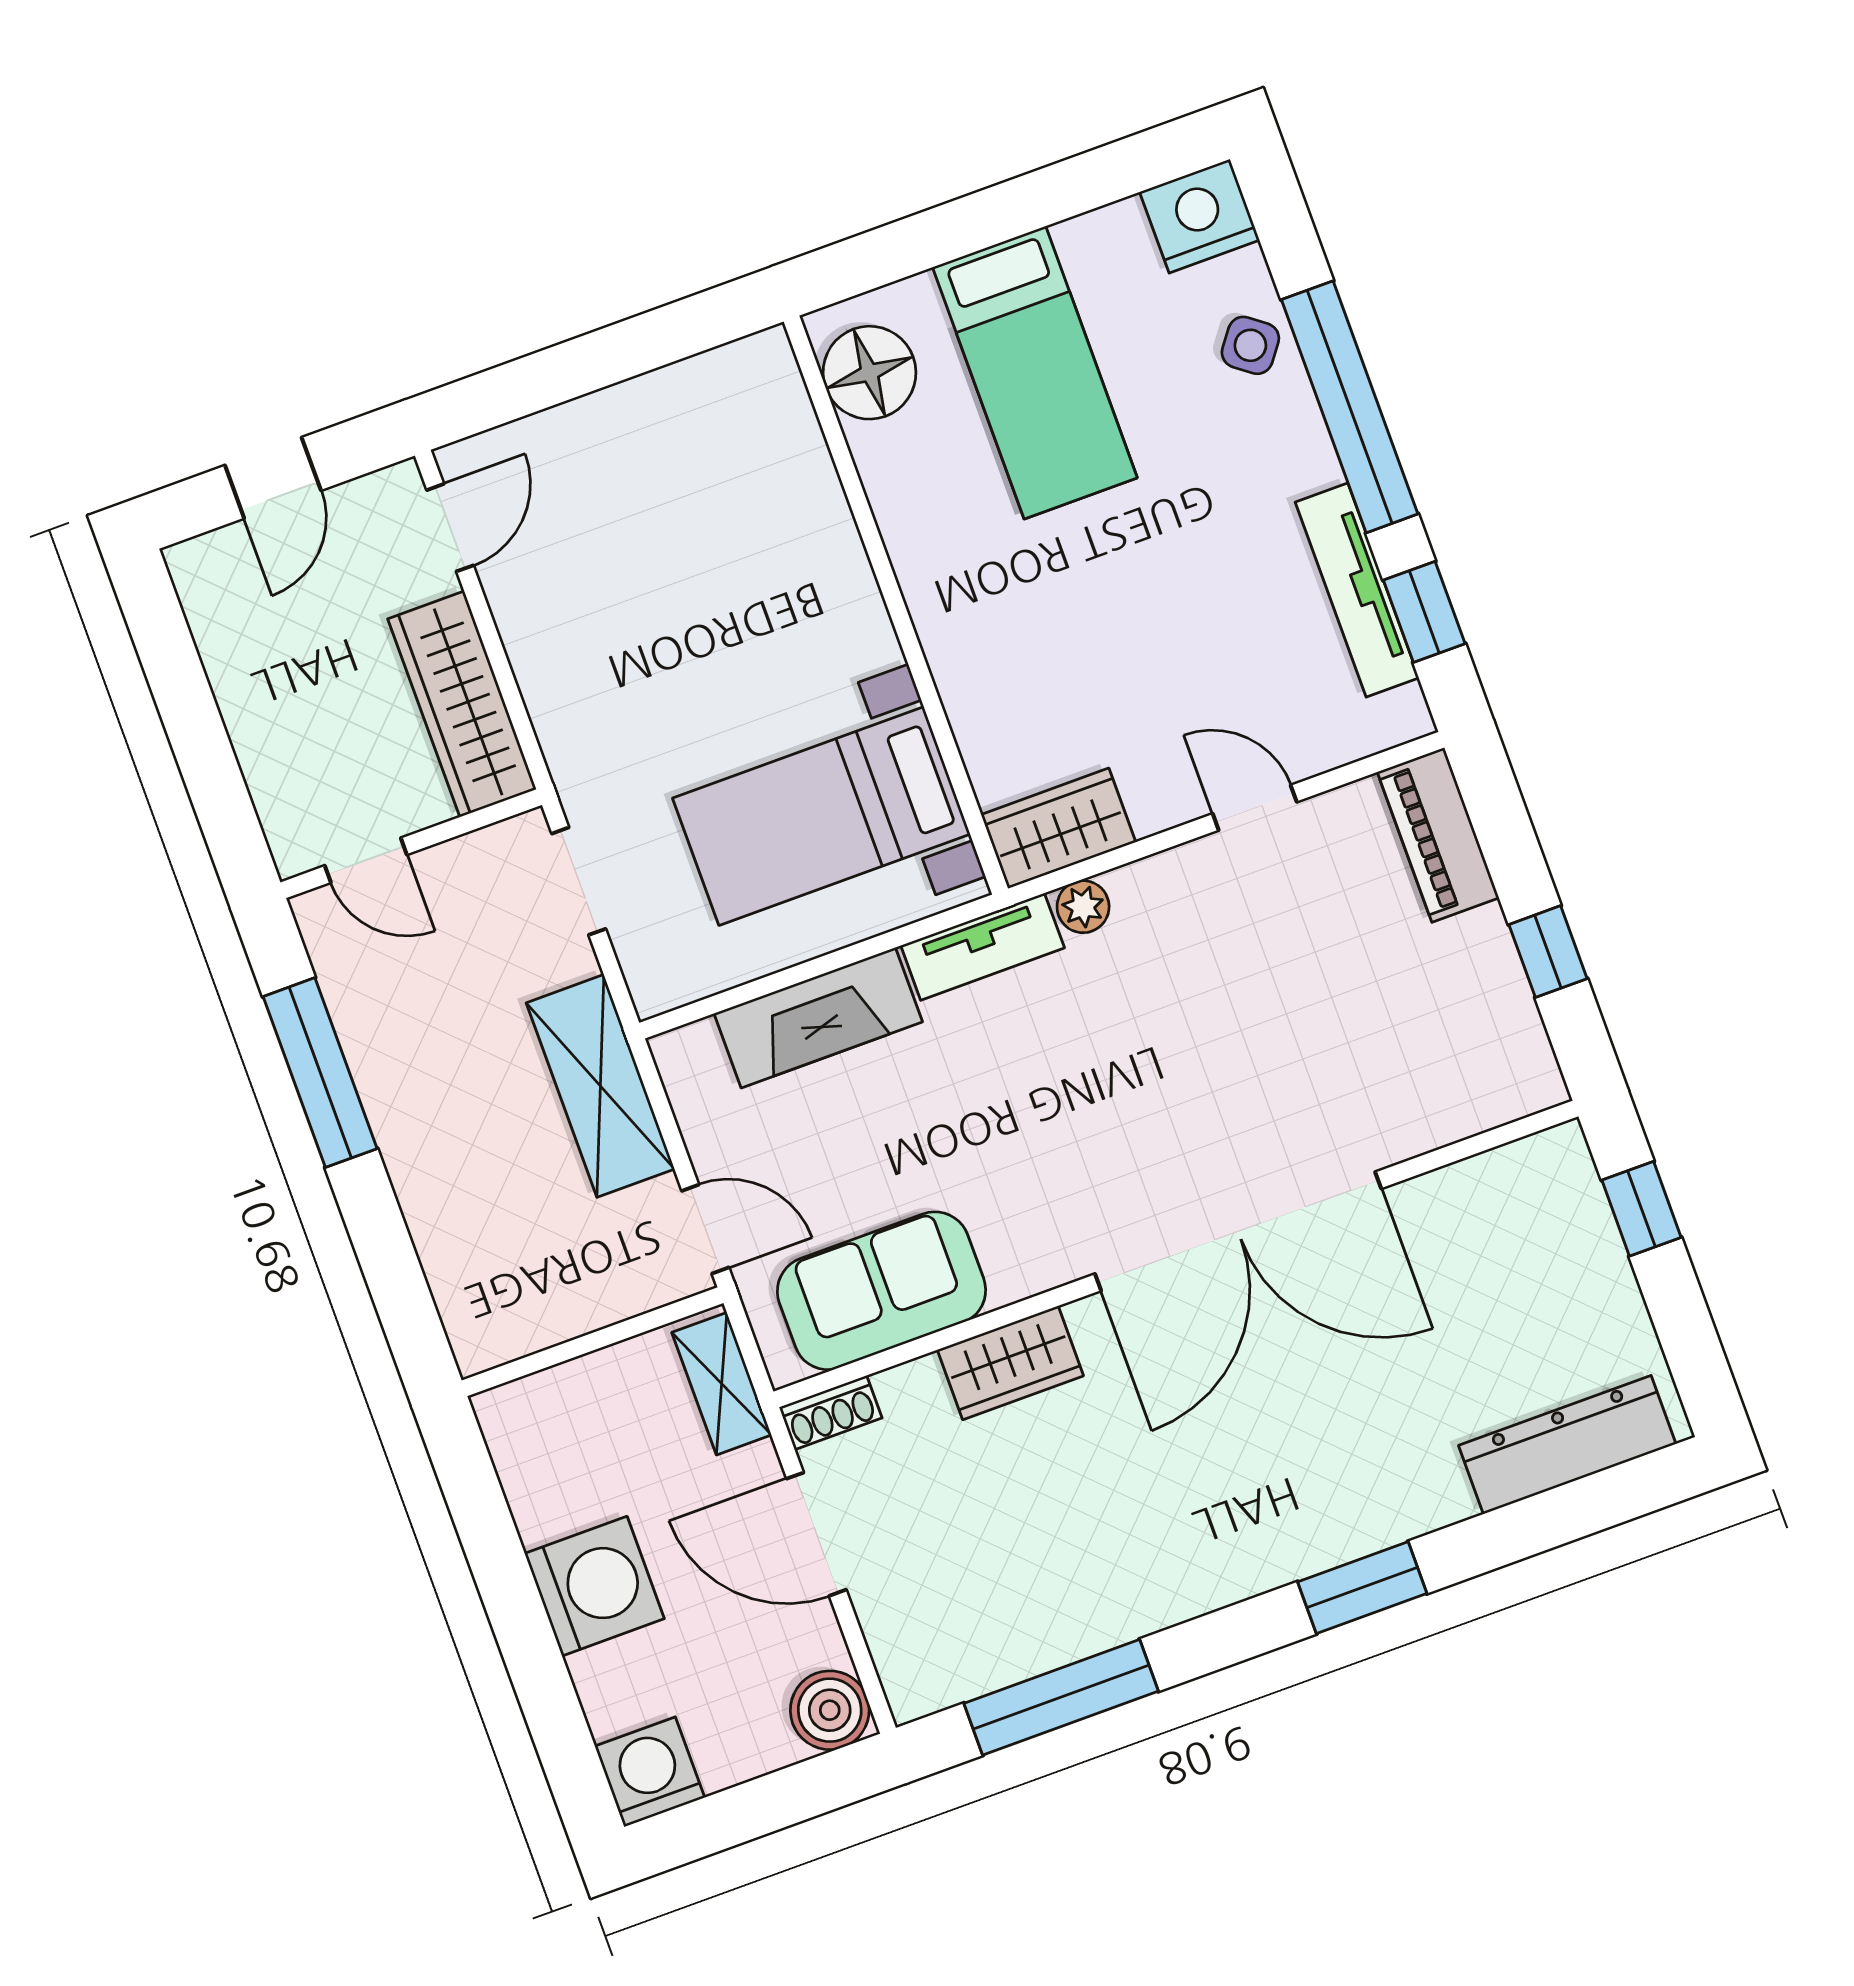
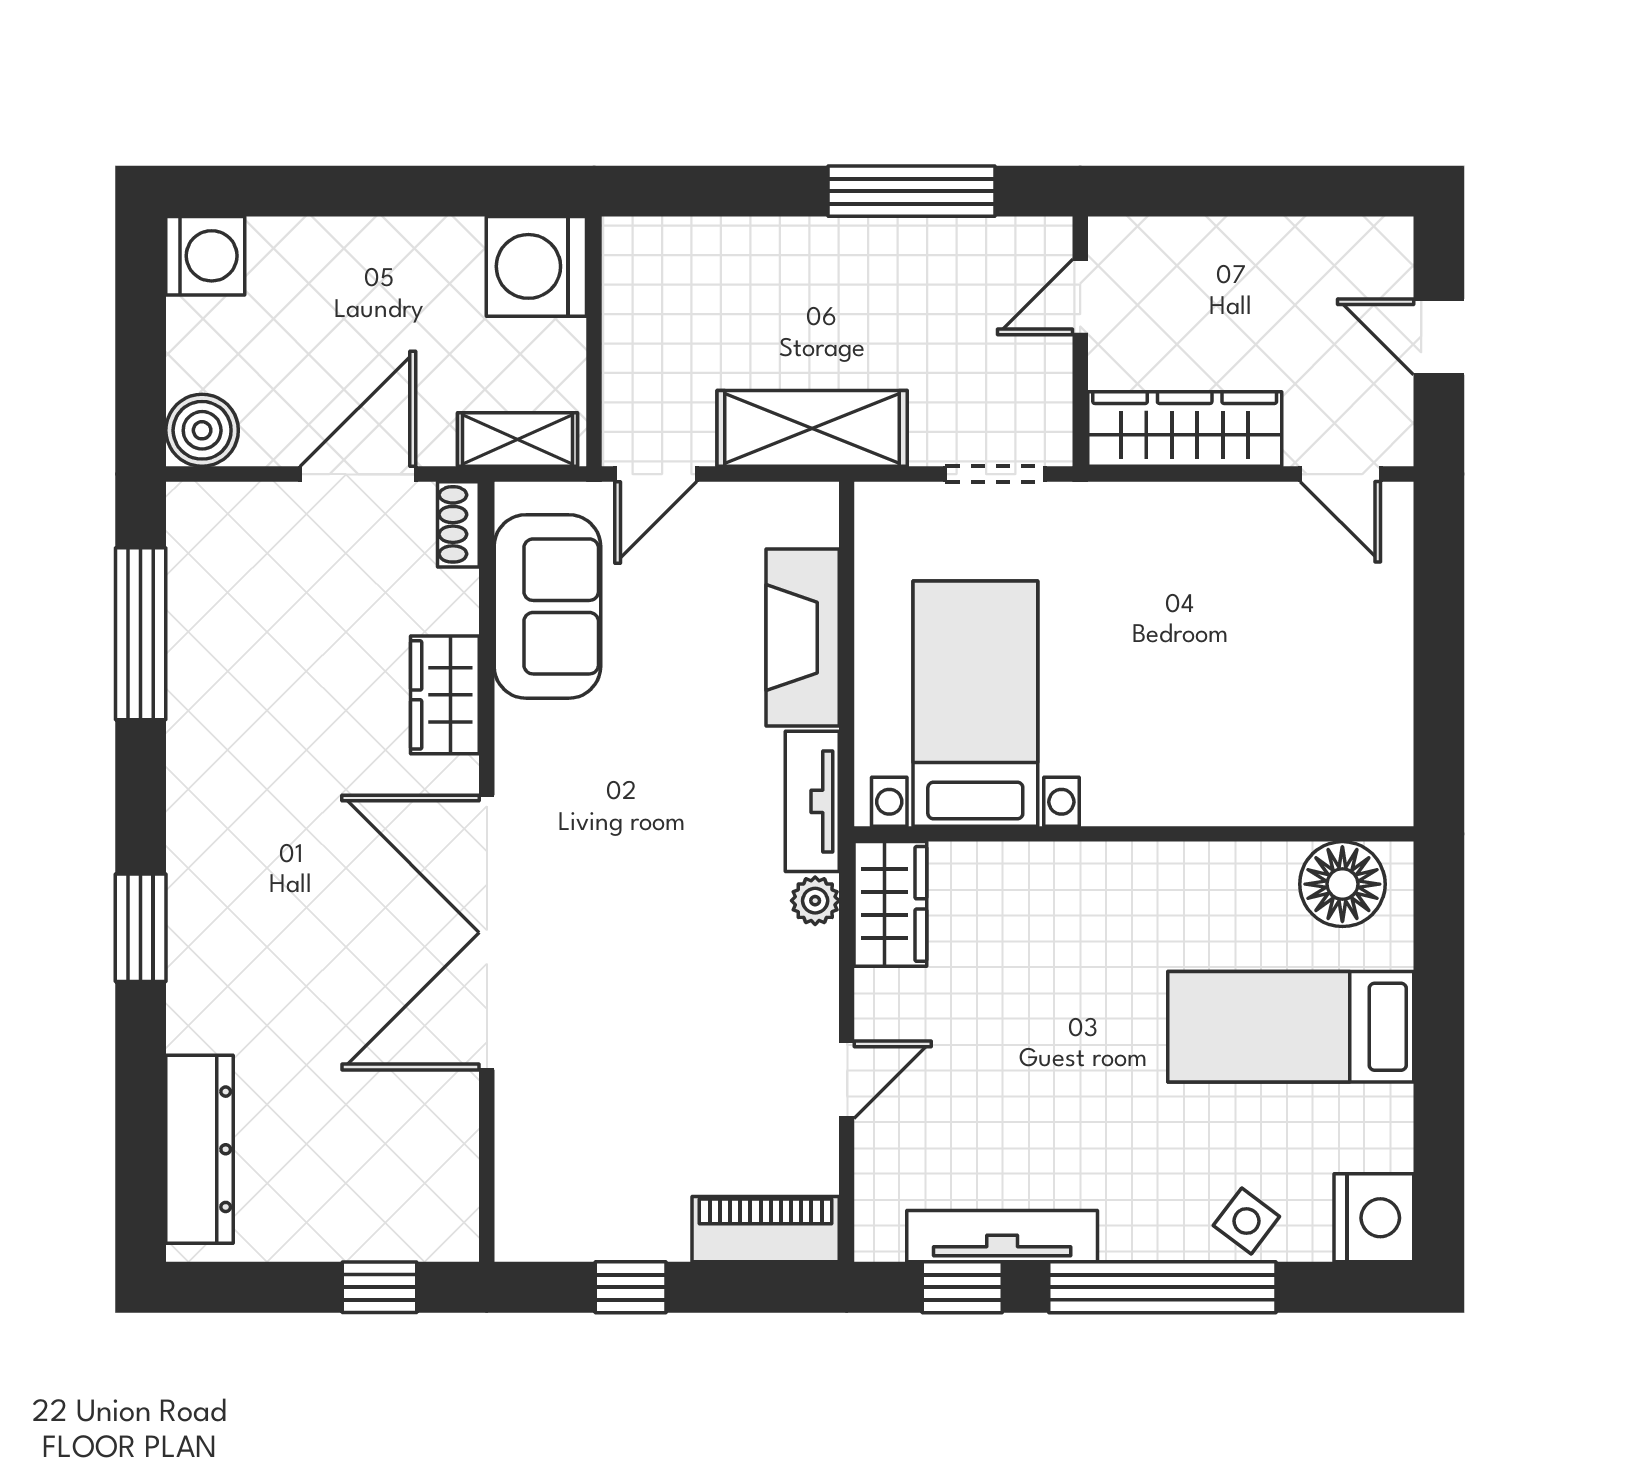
washing machine: (594, 1586) -> (536, 266), moved, turned 90

